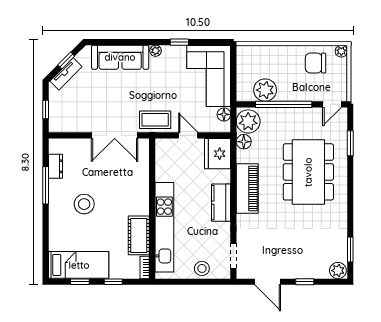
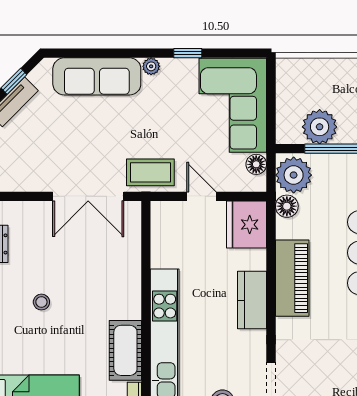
stool: (84, 204) -> (41, 302), width x0.53, depth x0.53

